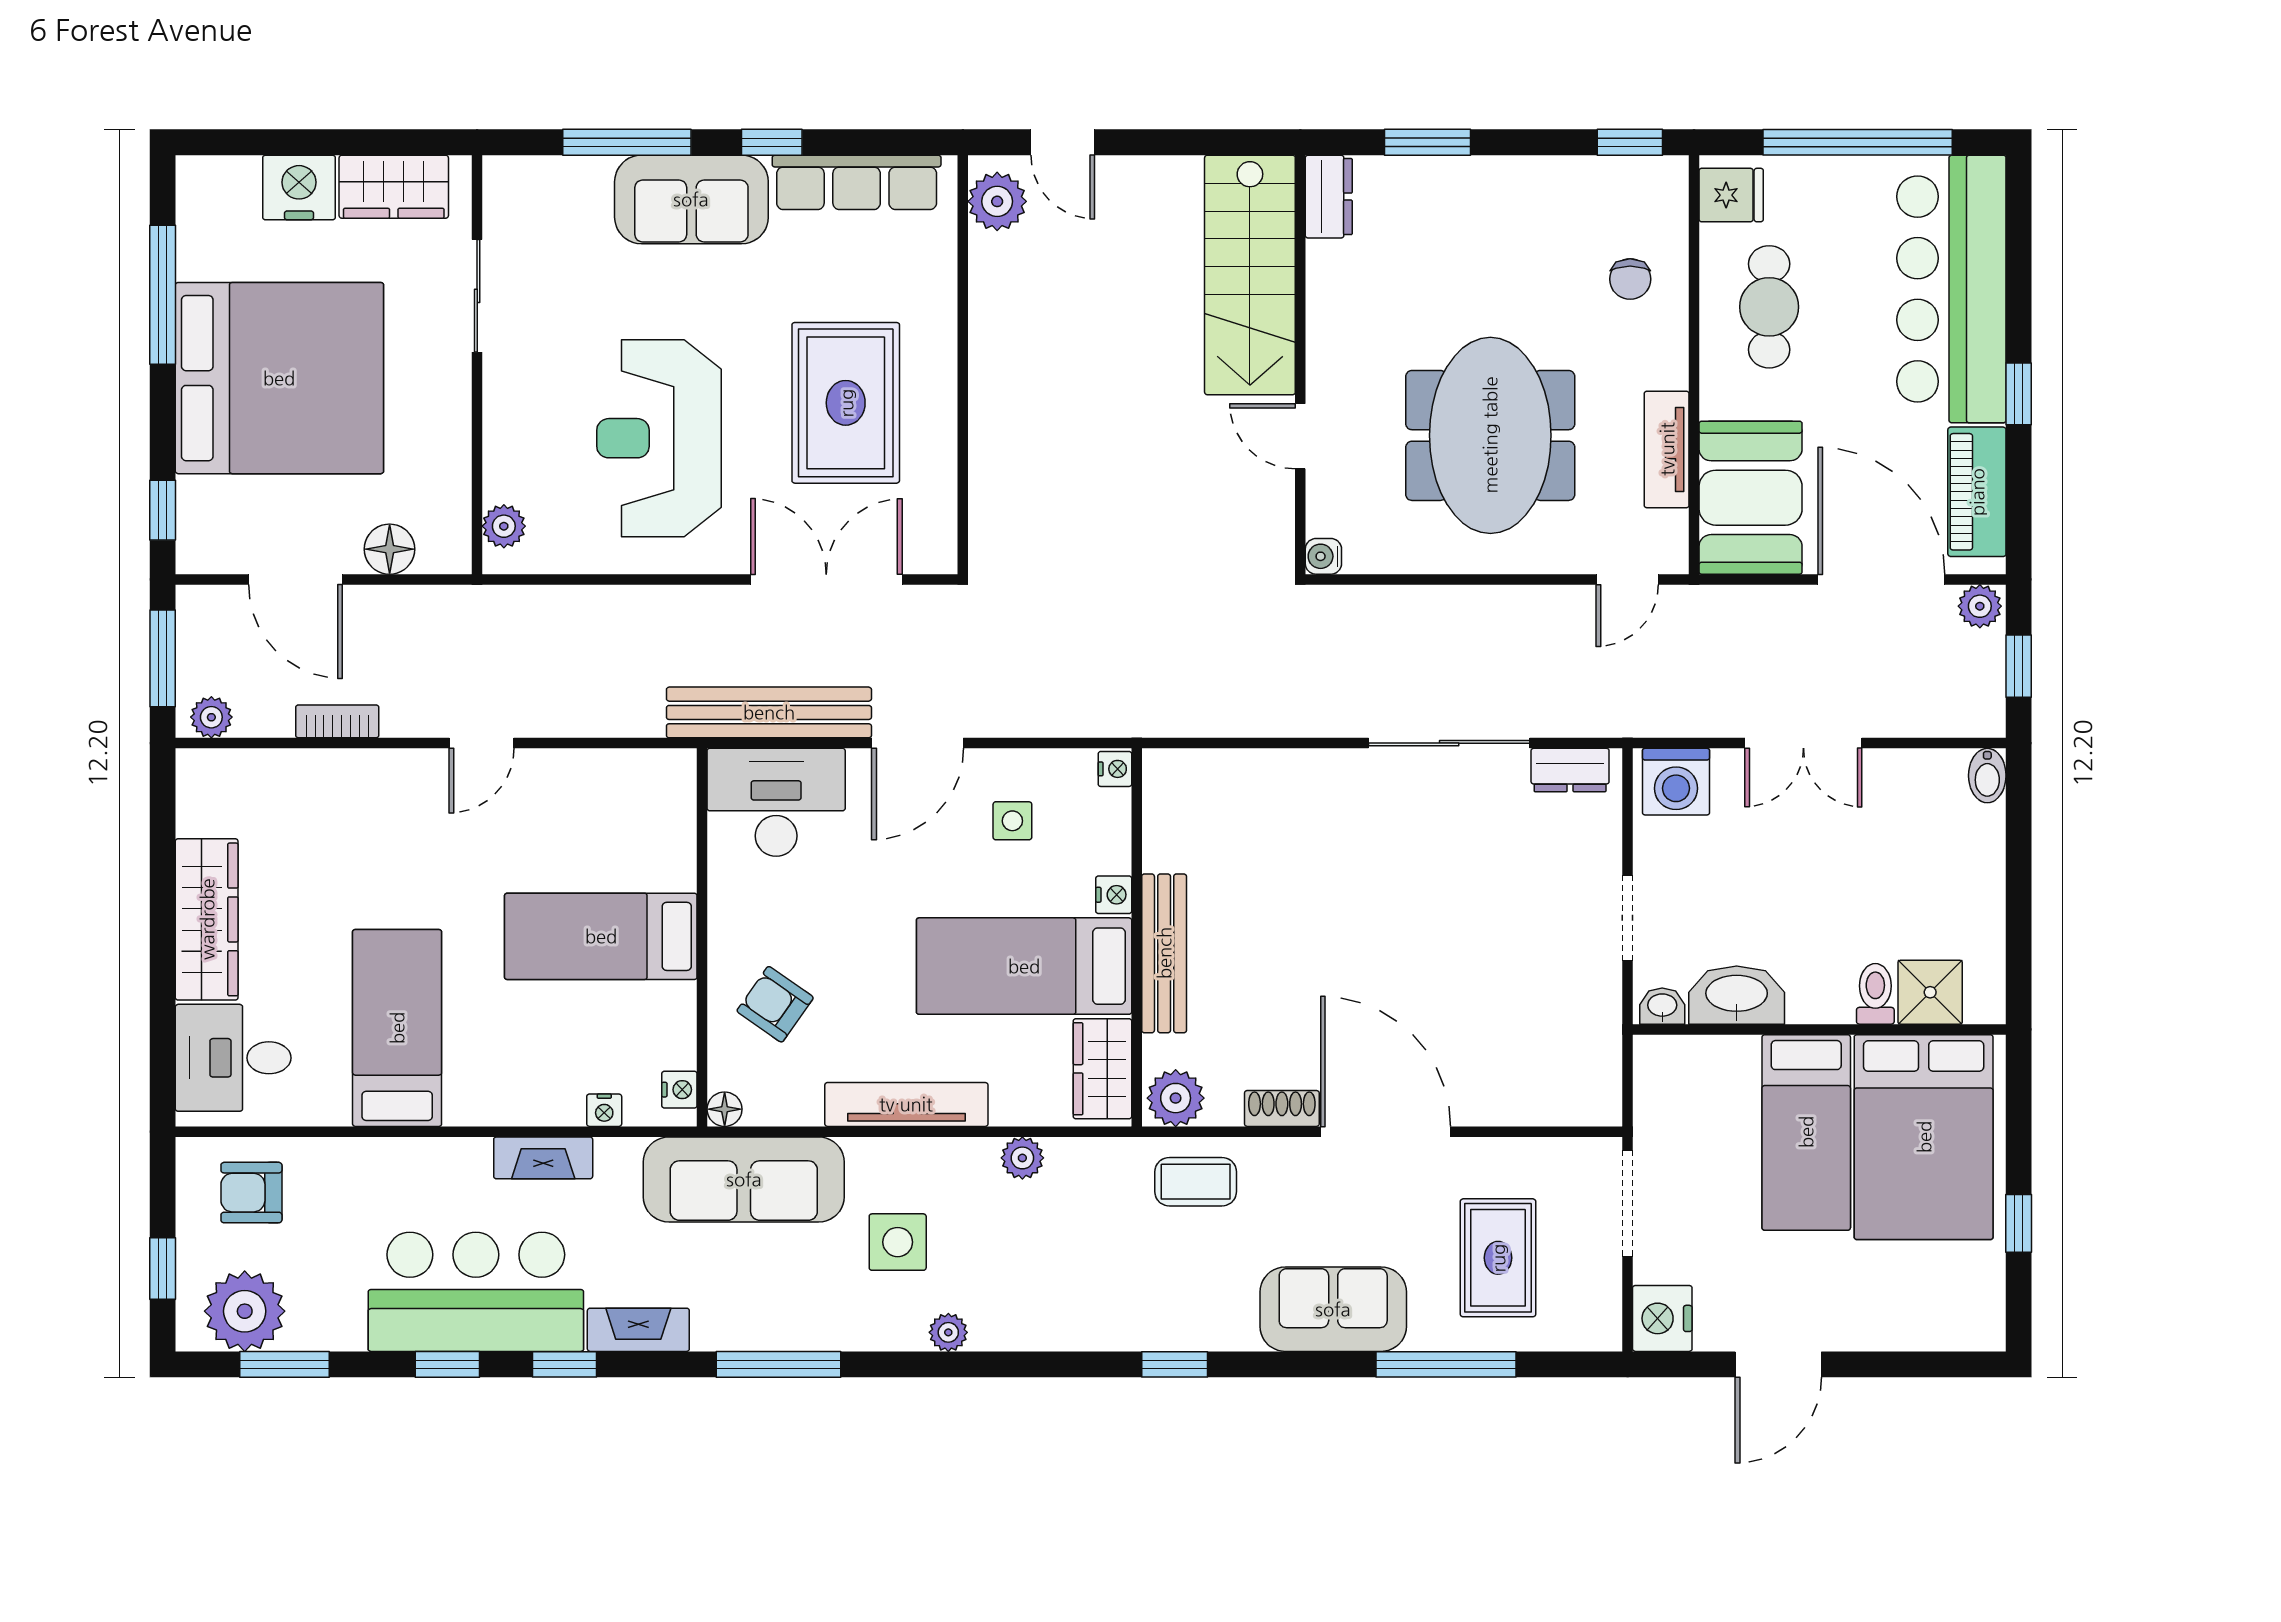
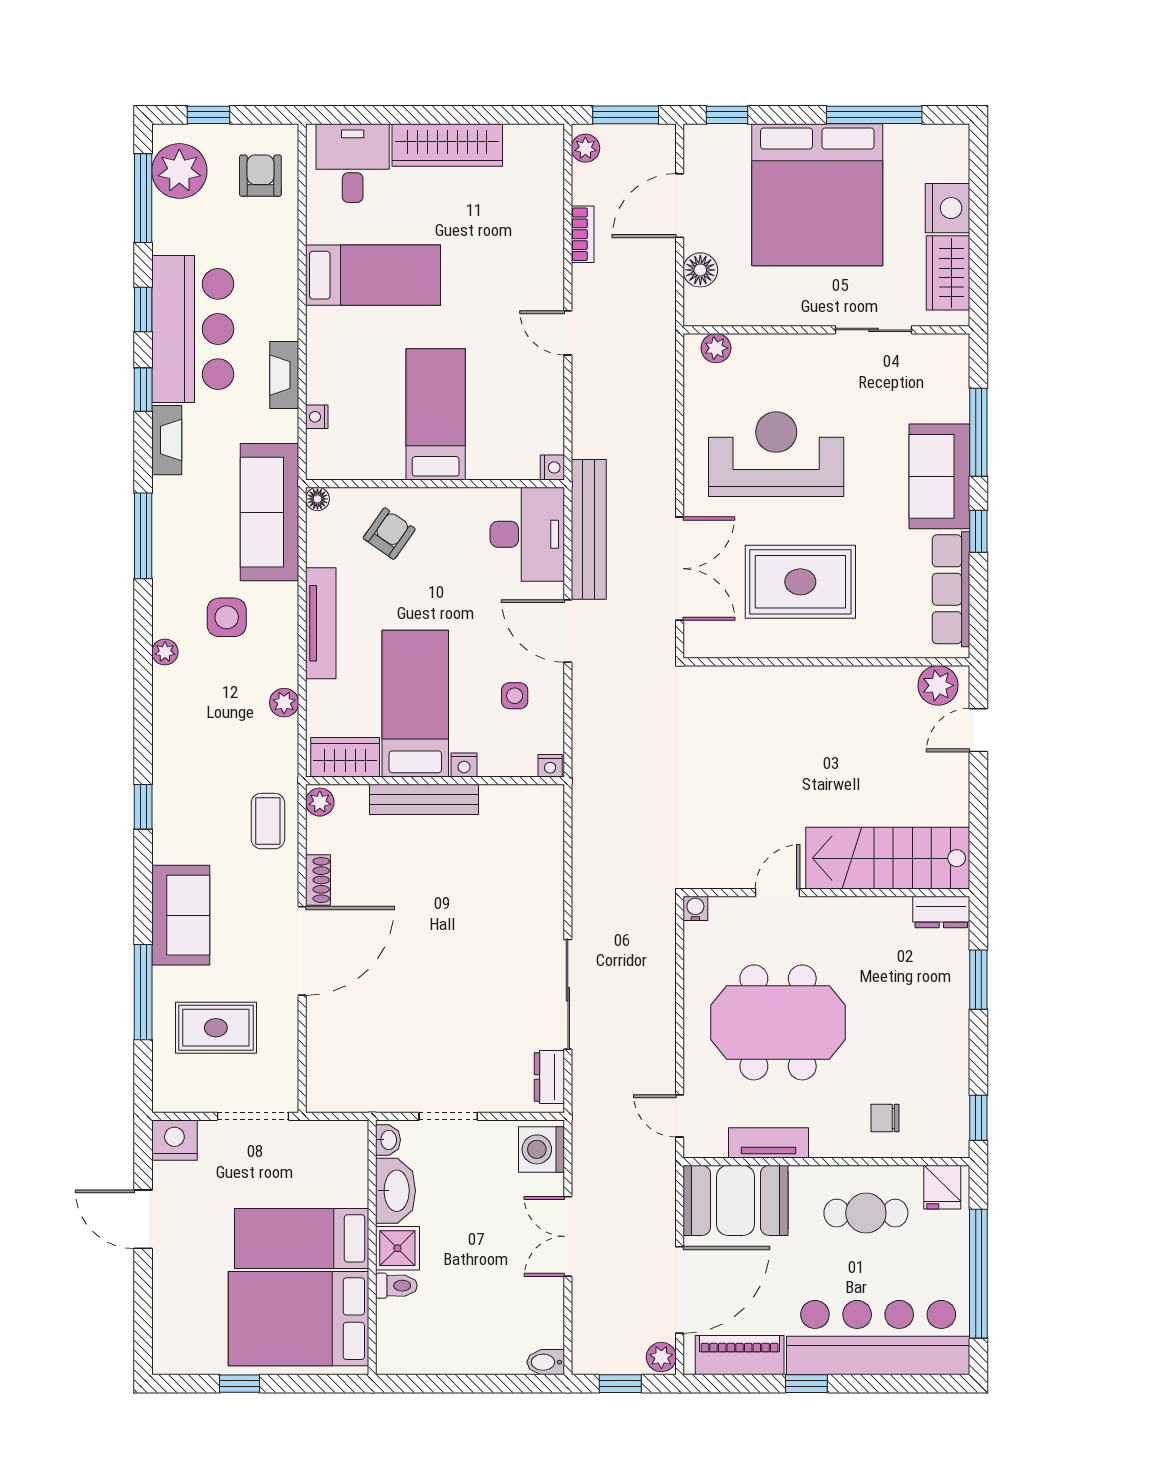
shower: (1930, 992) -> (397, 1248), moved
nightstand: (679, 1090) -> (552, 467), moved, turned -90
plant: (1176, 1098) -> (320, 802), width x0.73, depth x0.73
window: (284, 1364) -> (143, 198), width x1.44

